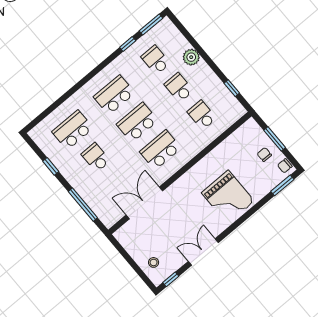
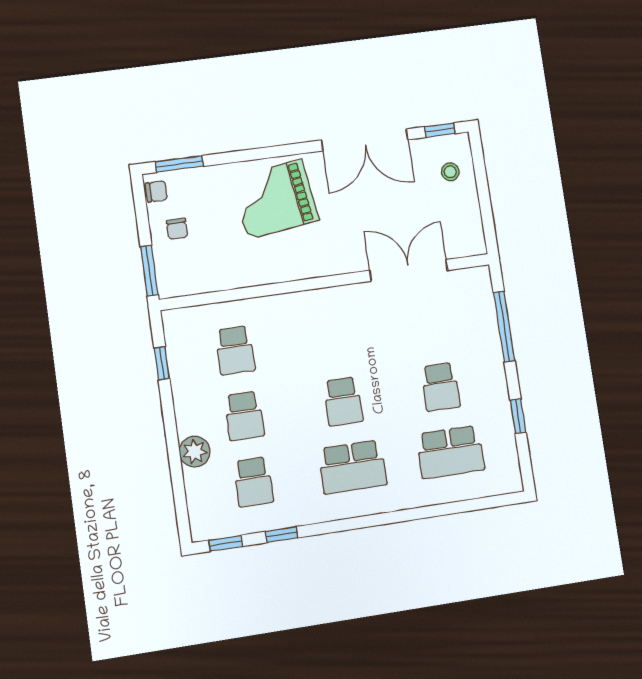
window: (151, 24) -> (226, 543), width x0.67
school desk: (137, 122) -> (343, 401), width x0.54
window: (275, 139) -> (149, 271), moved
school desk: (160, 150) -> (334, 336), removed
grand piano: (228, 197) -> (275, 199), turned -98
double door: (144, 203) -> (409, 270), swing flipped
double door: (203, 252) -> (365, 140), width x1.37

